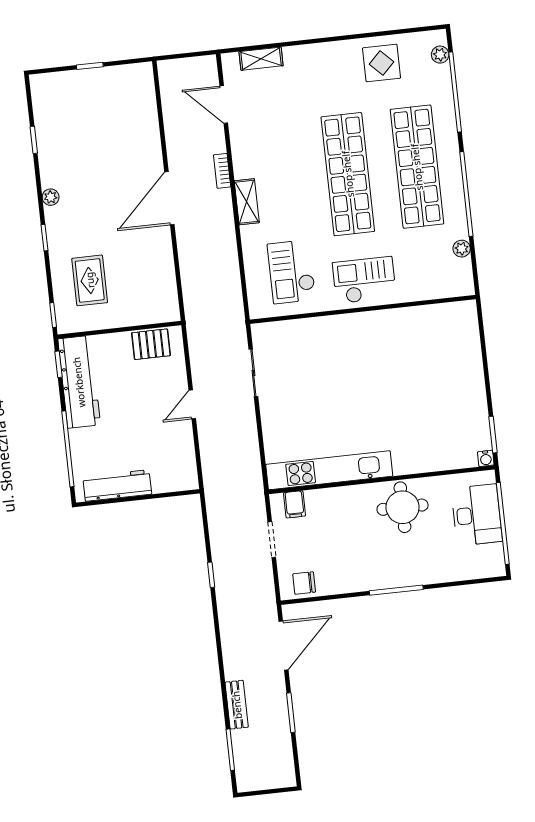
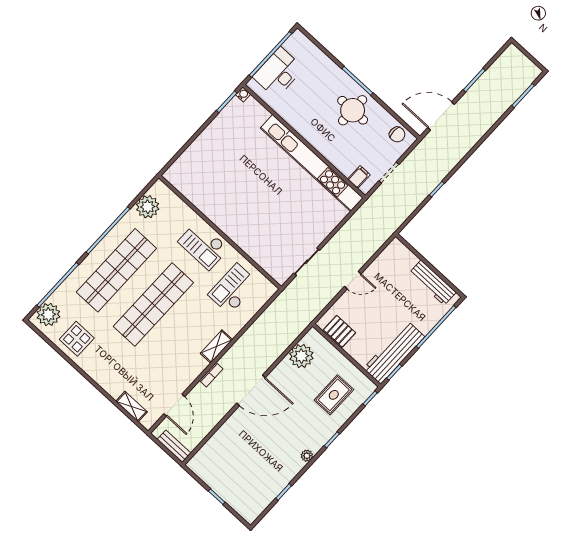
plant: (440, 55) -> (48, 315), width x1.87, depth x1.87
plant: (462, 249) -> (148, 207), width x1.87, depth x1.87
checkout: (292, 272) -> (233, 289), turned 180
plant: (160, 282) -> (301, 356), added
kitchen unit: (329, 470) -> (312, 163), width x1.36
round table: (402, 507) -> (353, 110), moved
bench: (237, 705) -> (174, 446), moved, turned 90

